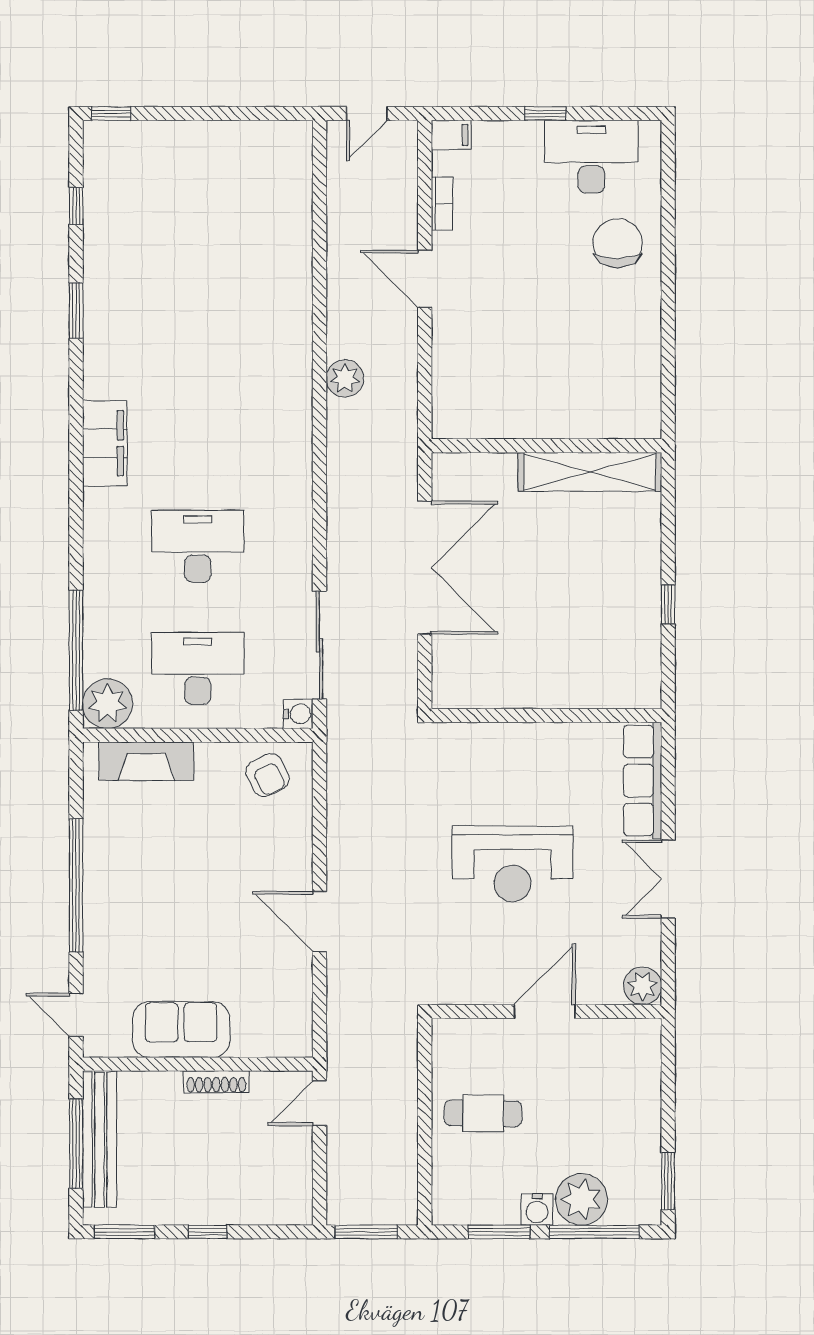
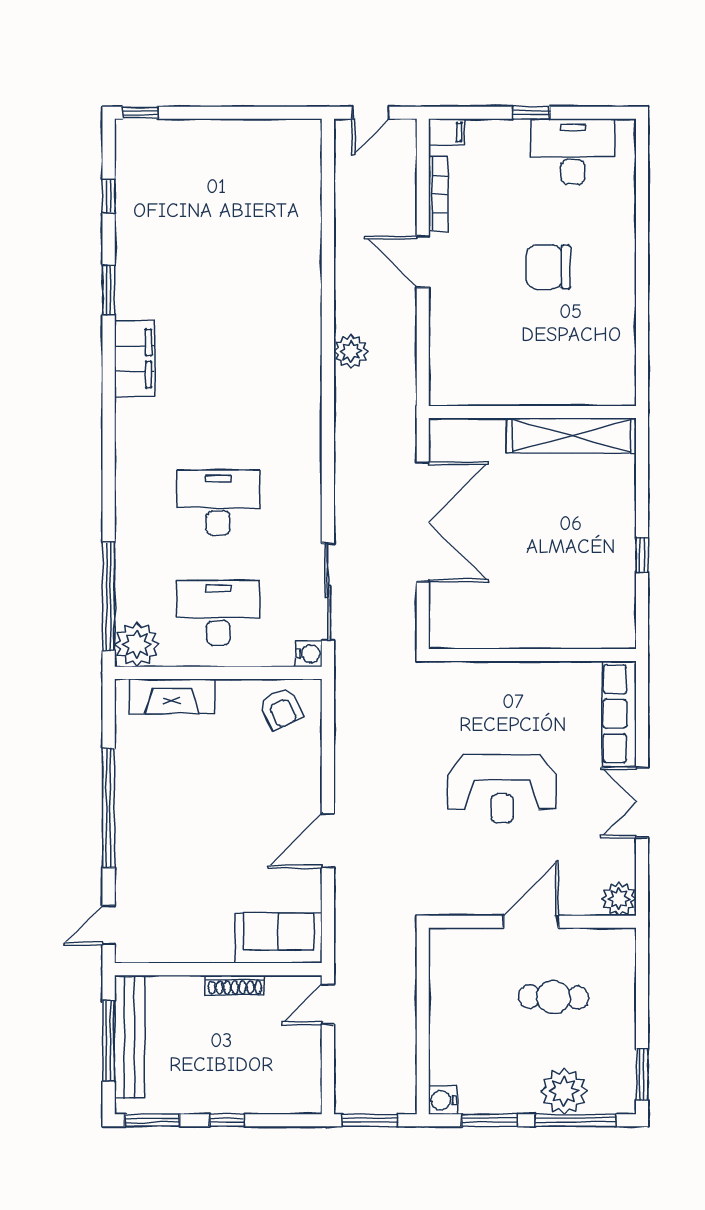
bookcase: (442, 204) -> (438, 194), width x1.56
chair: (618, 243) -> (548, 267), moved, turned -90
filing cabinet: (105, 443) -> (134, 358), moved
door: (319, 922) -> (328, 841), hinge flipped
door: (76, 1015) -> (109, 925), hinge flipped
sofa: (181, 1030) -> (278, 938), moved
cafe table: (483, 1113) -> (554, 997), moved
water cooler: (537, 1209) -> (443, 1100), moved, turned 90

